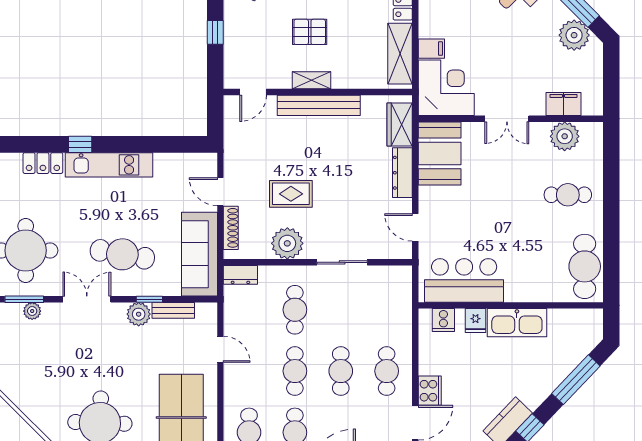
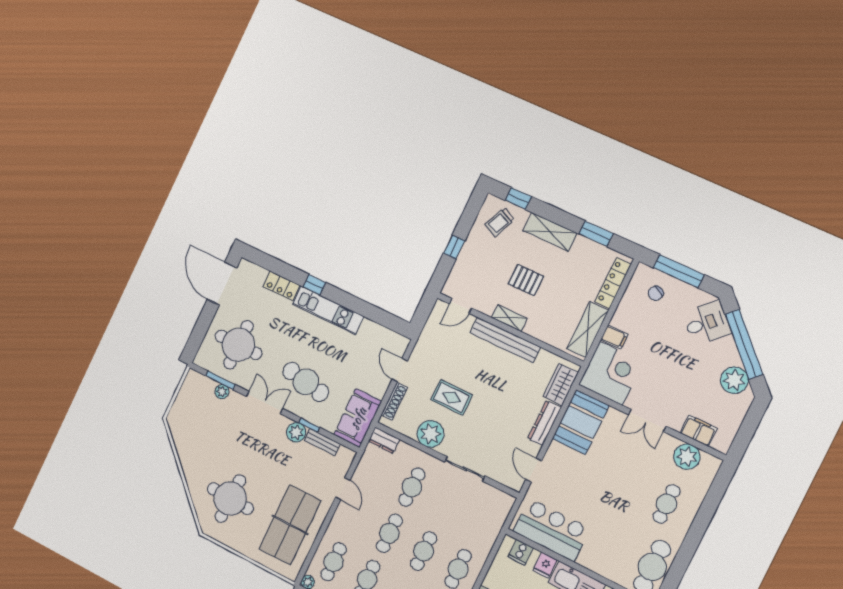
cafe table: (568, 195) -> (667, 504), turned 90
sofa: (199, 254) -> (358, 418), width x0.73

